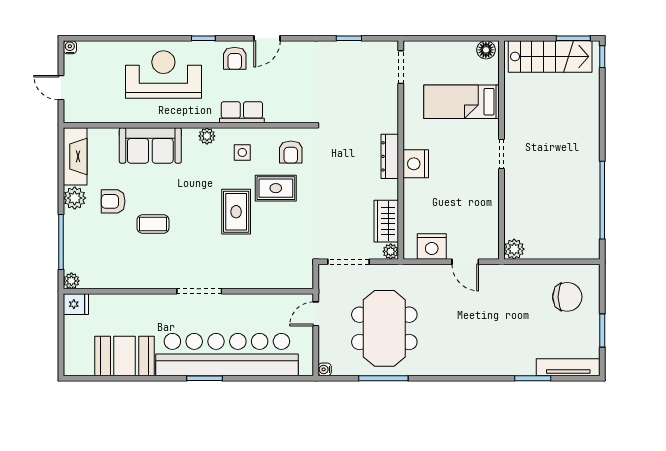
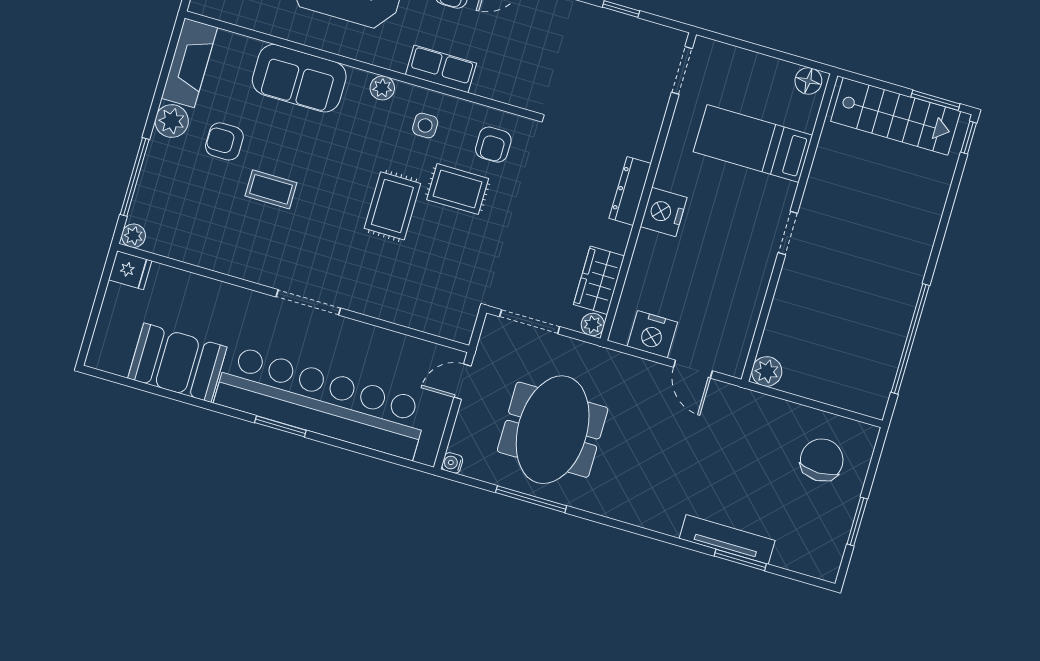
chair: (567, 297) -> (822, 460), turned -90
tv unit: (568, 367) -> (727, 539), moved

